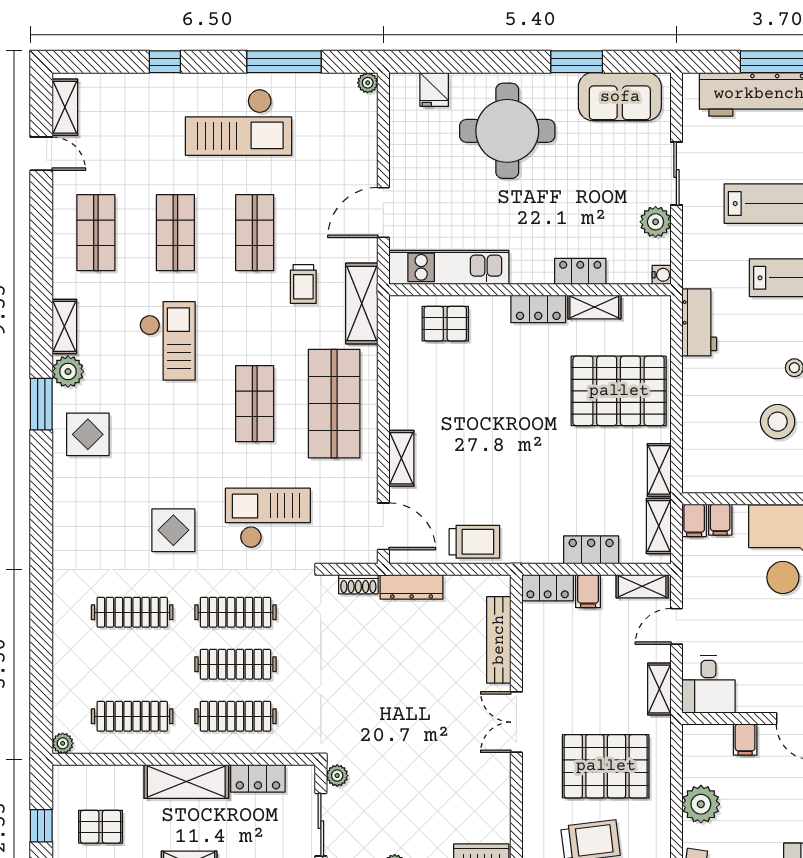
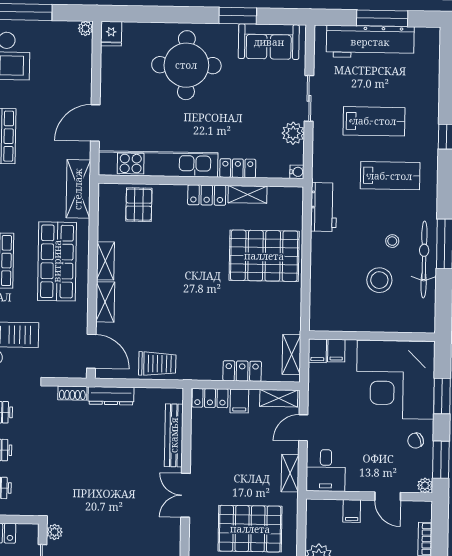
fridge: (434, 89) -> (111, 34), moved
kitchen unit: (449, 267) -> (158, 164), width x1.36
trolley: (303, 284) -> (36, 174), removed
pallet: (445, 324) -> (139, 205), turned 90
shelving: (659, 470) -> (105, 261), moved

